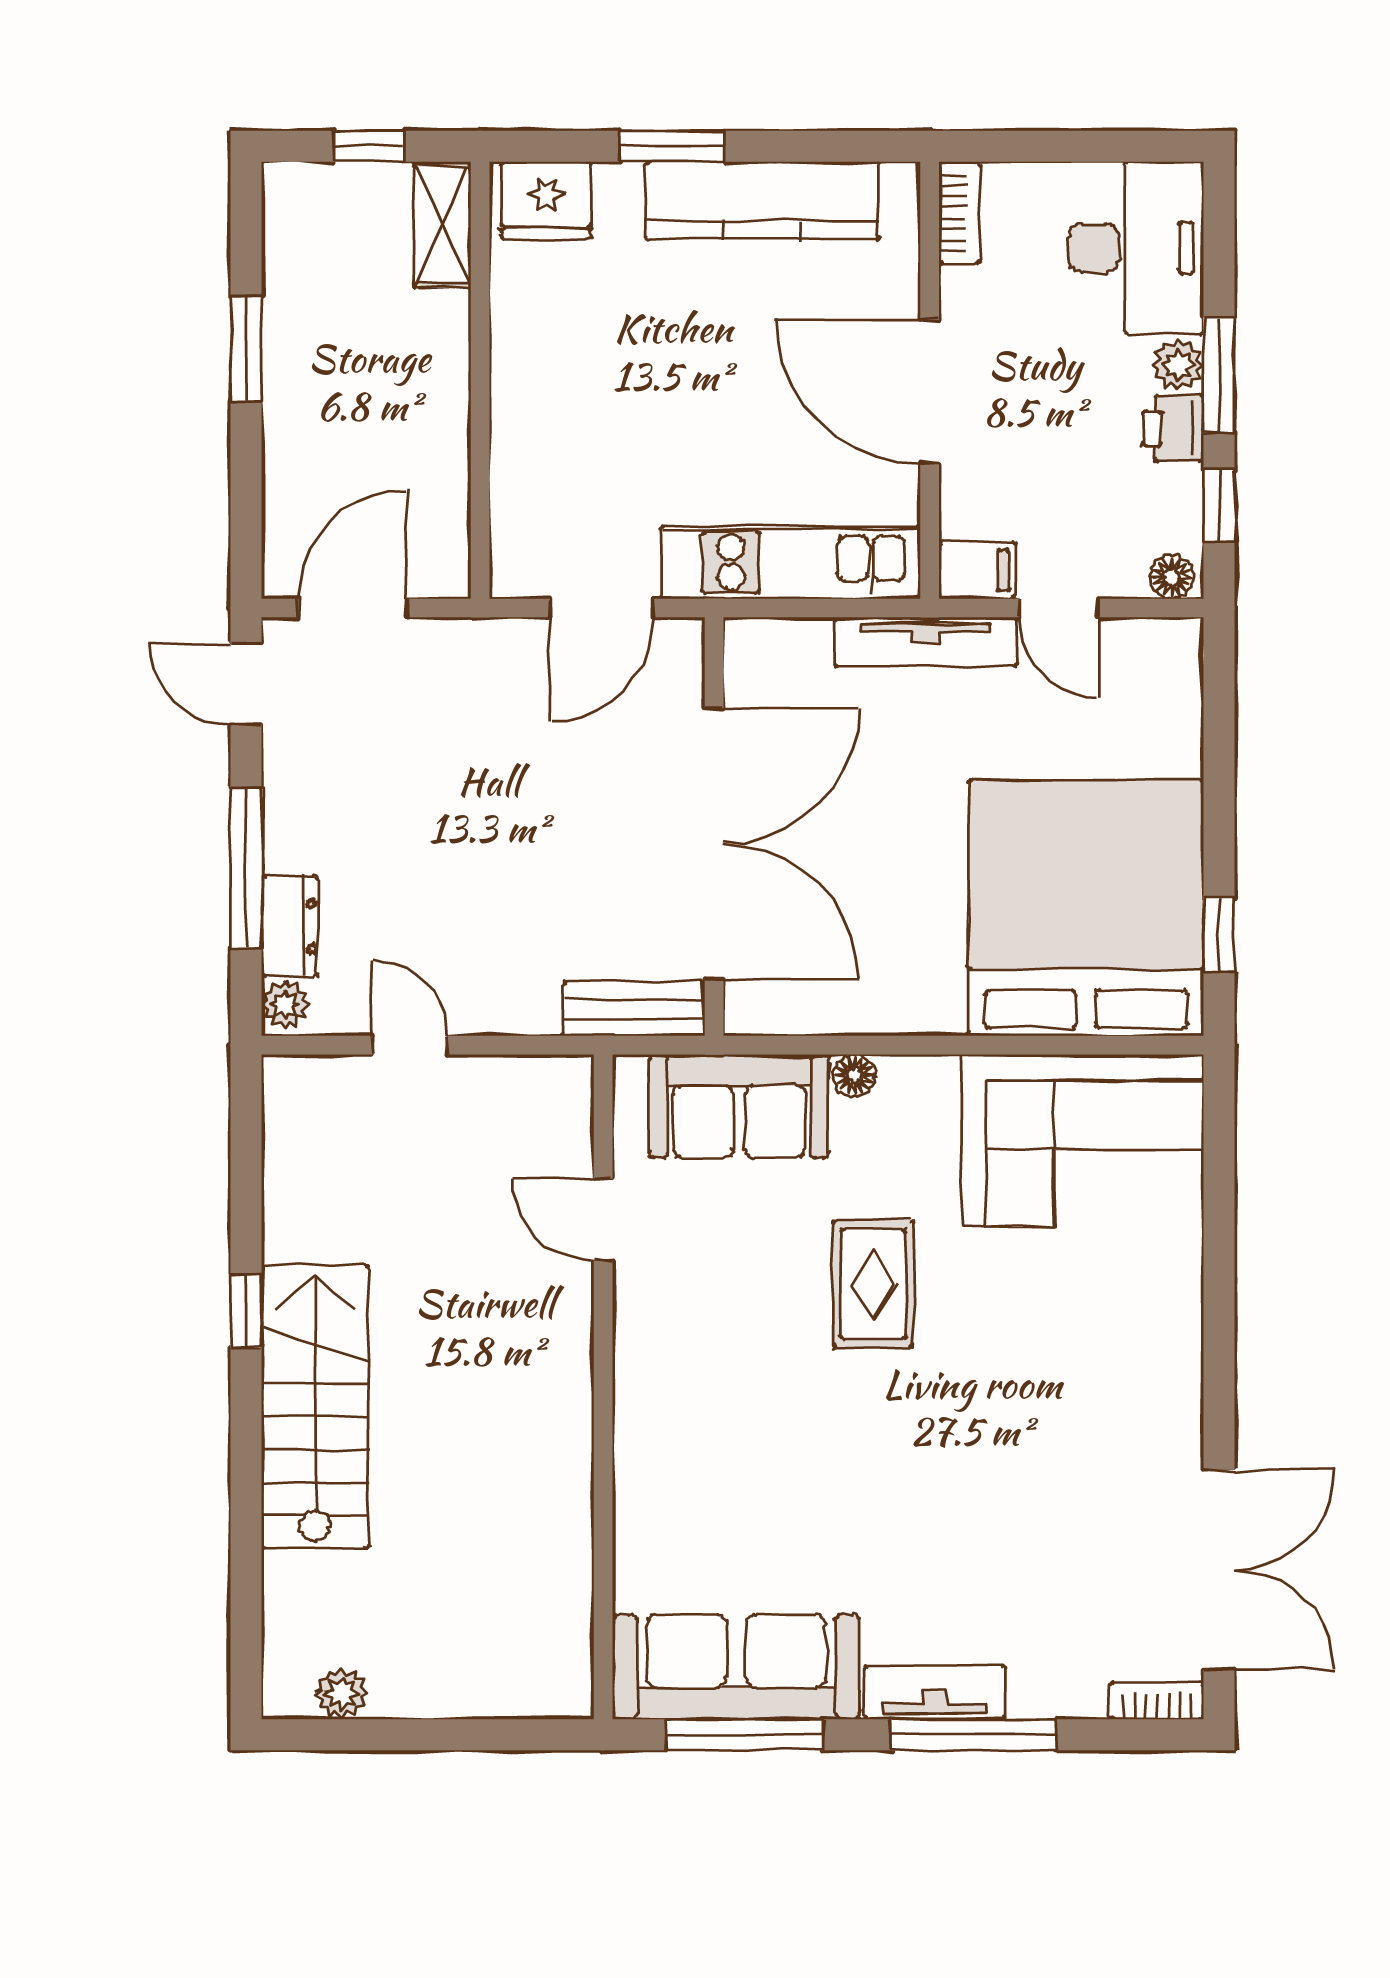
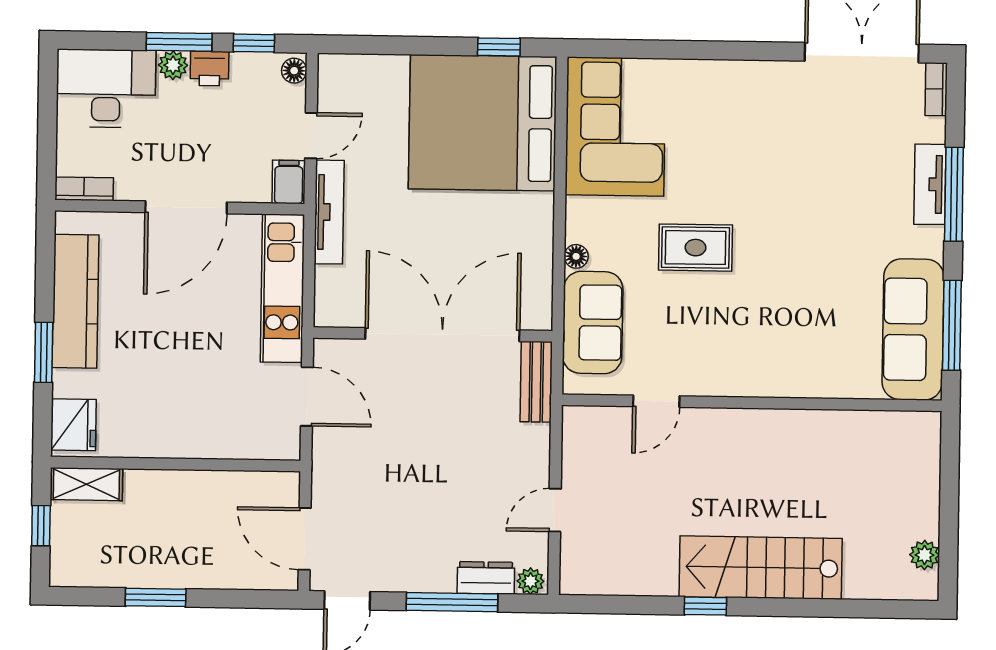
tv unit: (935, 1693) -> (930, 184), moved

